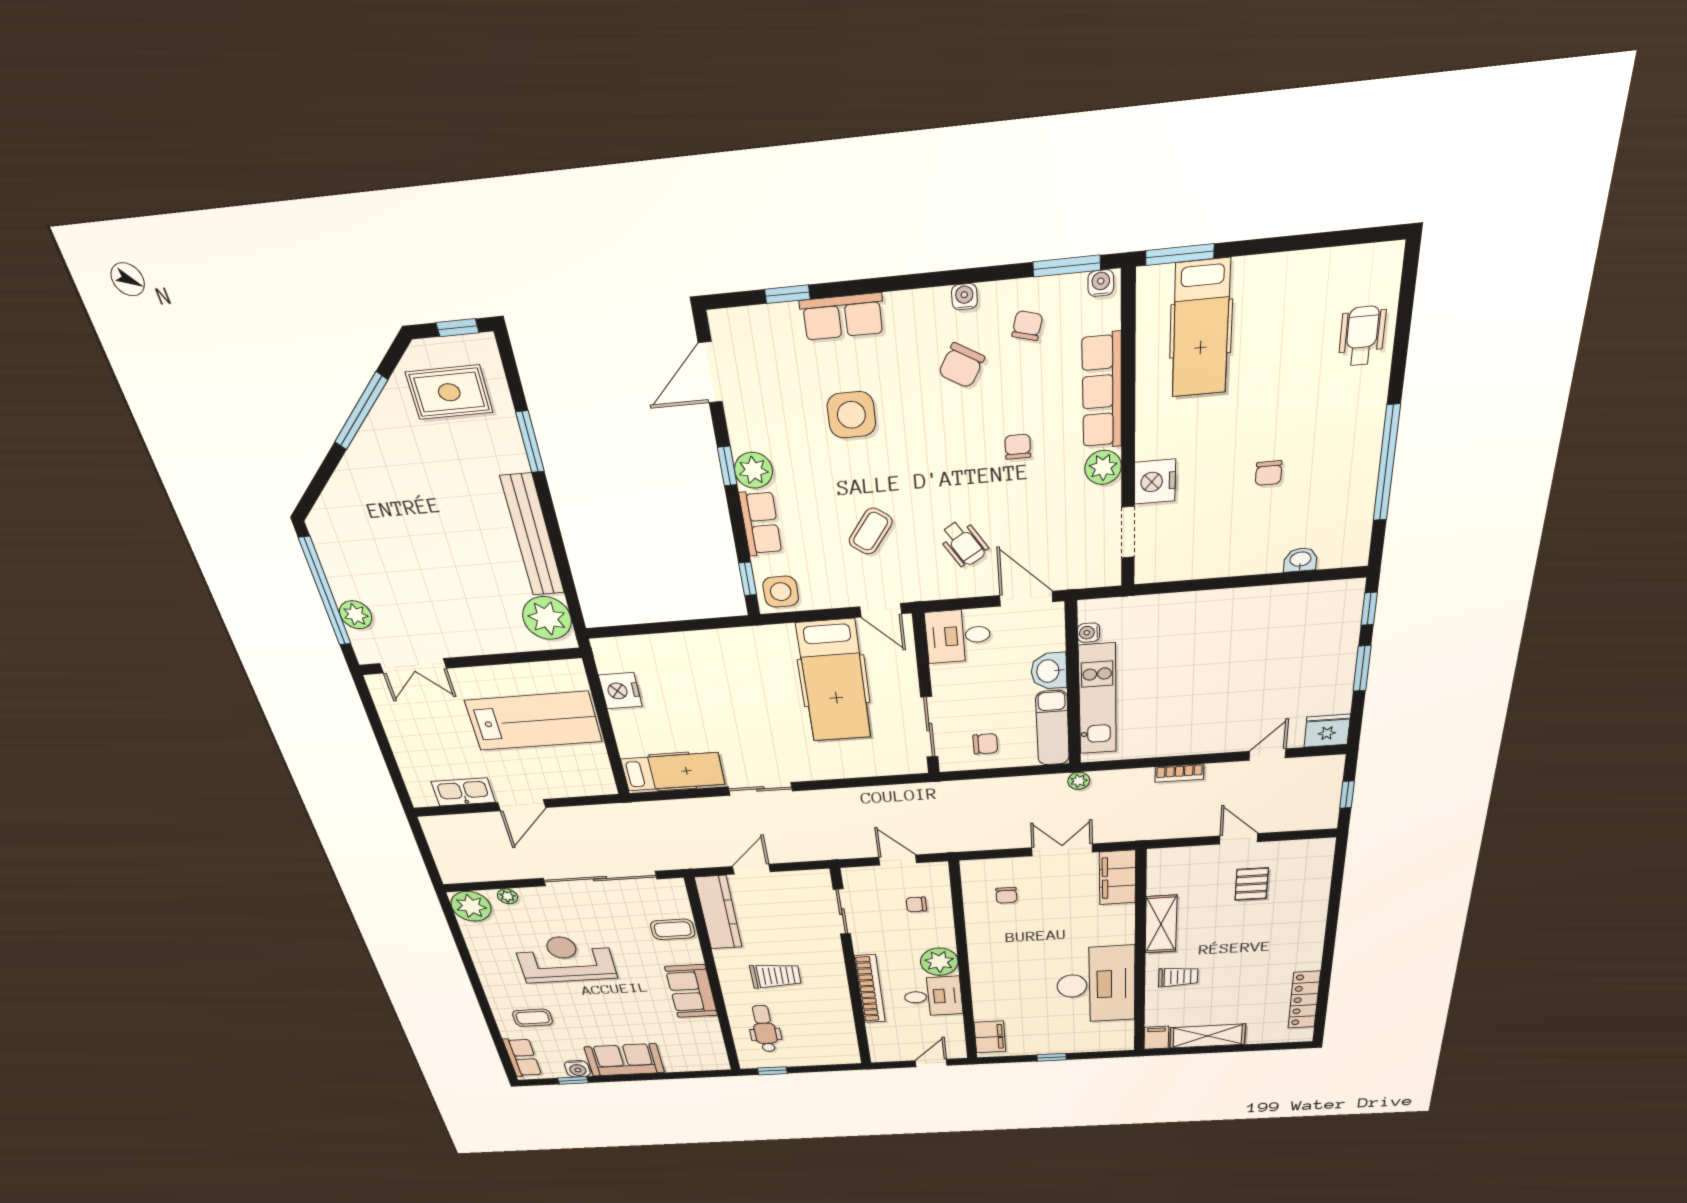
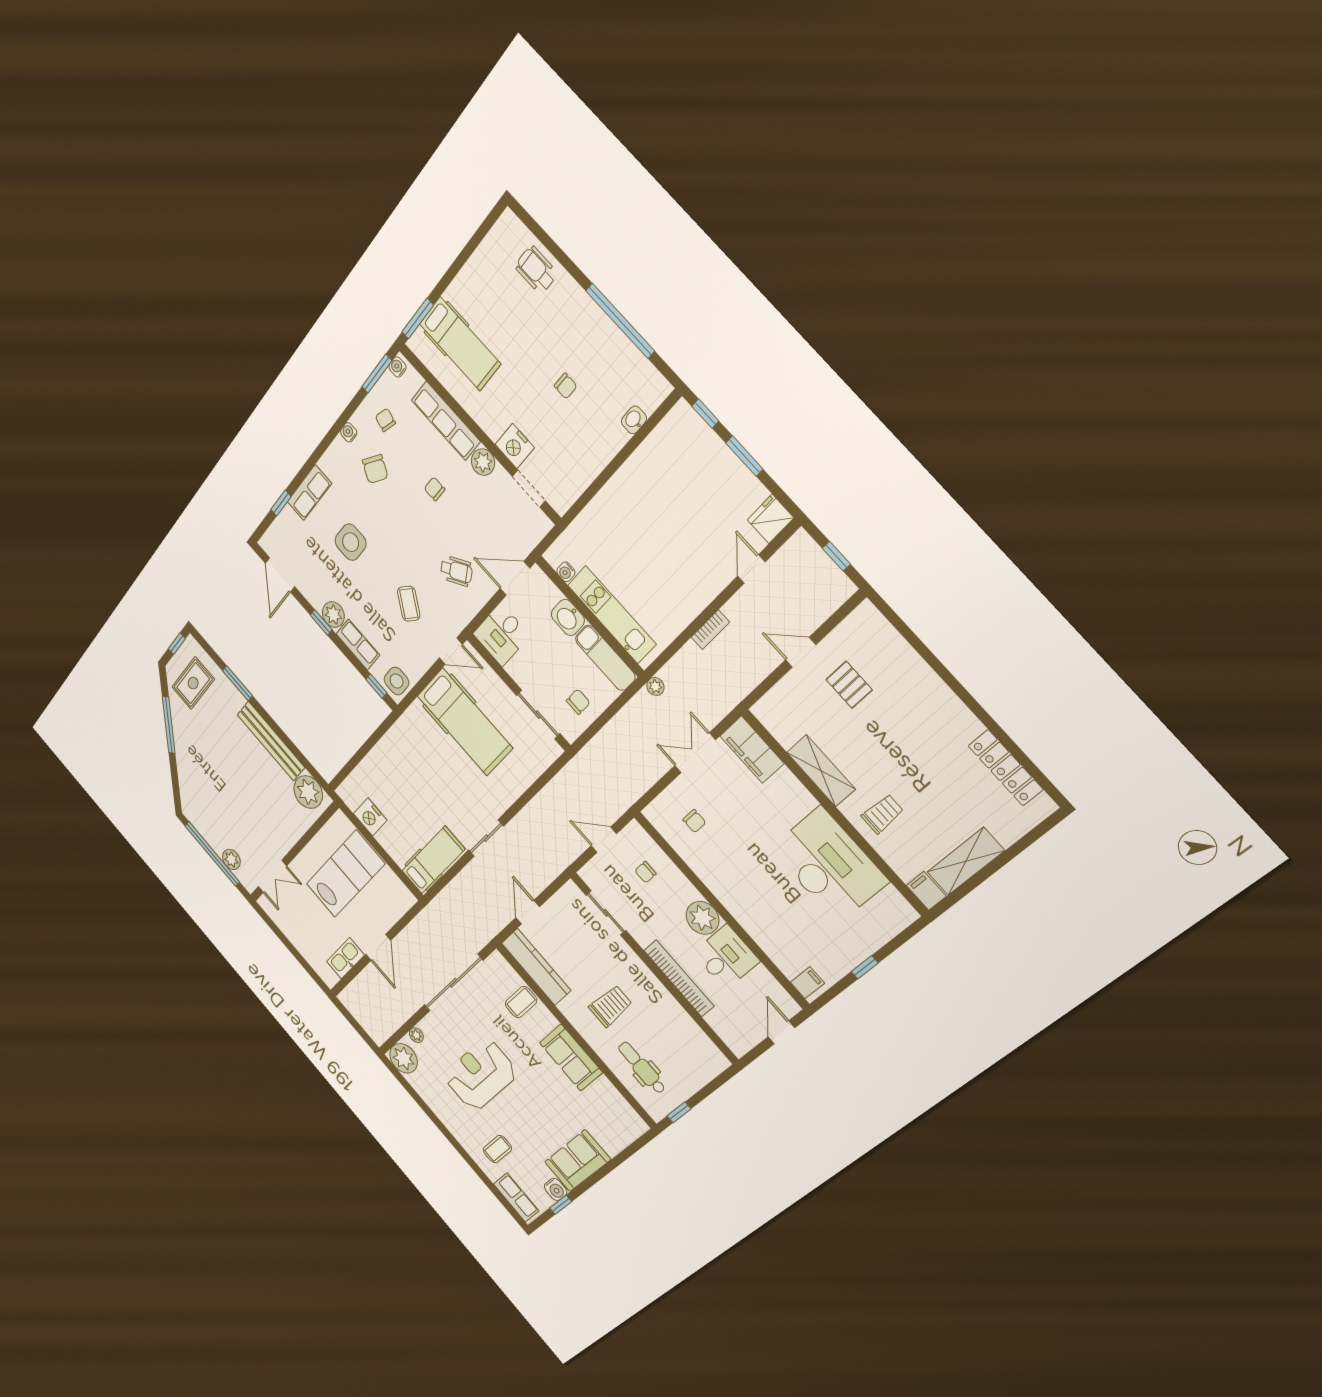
filing cabinet: (990, 1037) -> (807, 983), width x0.50

